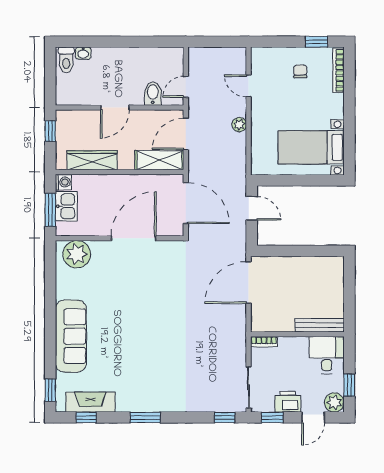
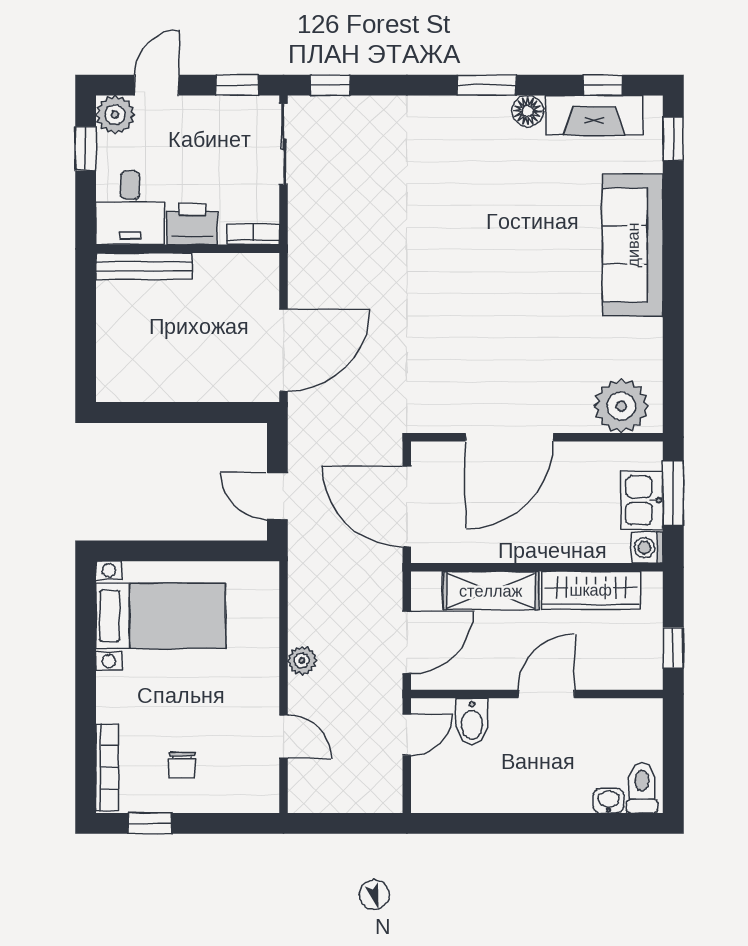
shelving: (159, 160) -> (491, 591), moved
printer: (288, 402) -> (192, 224), moved, turned 180
floor lamp: (124, 404) -> (528, 111), added

